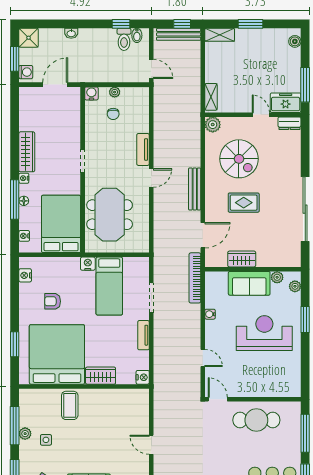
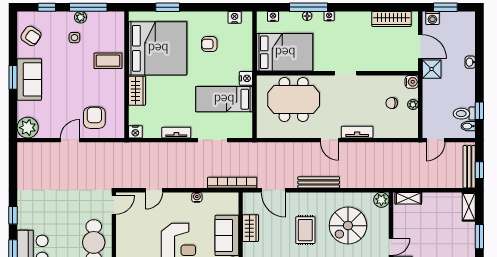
shower: (29, 38) -> (432, 69), moved
wardrobe: (27, 152) -> (392, 19), moved
armchair: (53, 301) -> (209, 44), turned -90
armchair: (128, 419) -> (94, 118), added

